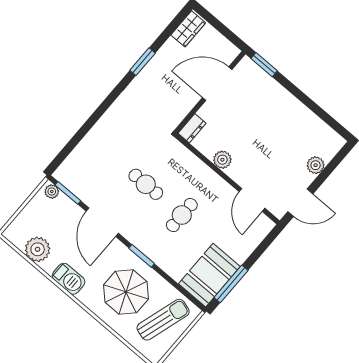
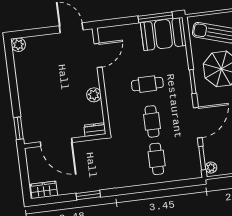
cafe table: (110, 153) -> (157, 159), added
plant: (316, 165) -> (18, 45), moved

